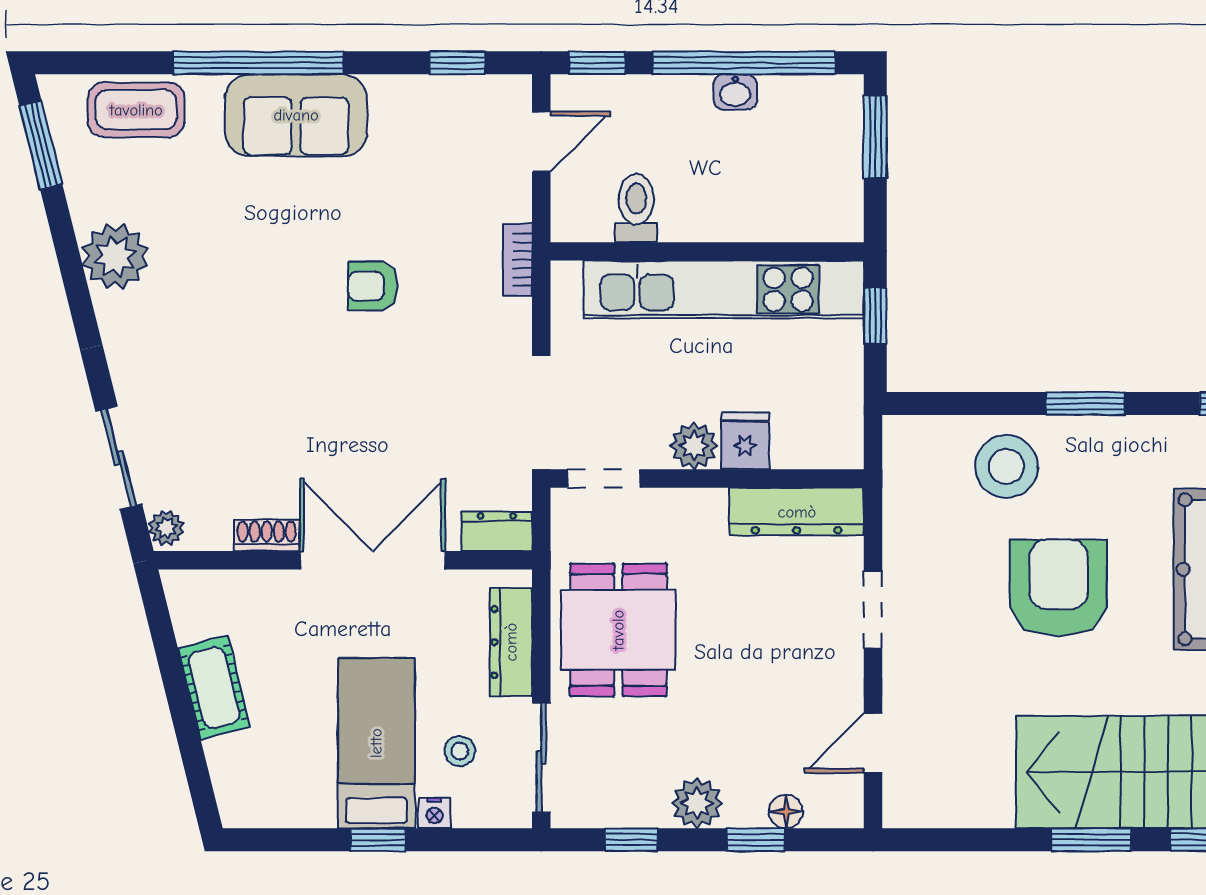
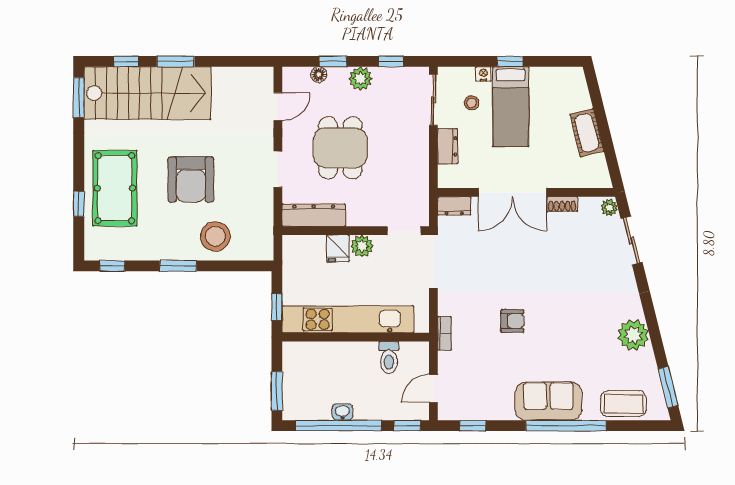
dining table: (618, 630) -> (340, 148), moved
dresser: (511, 642) -> (448, 146), width x0.70

